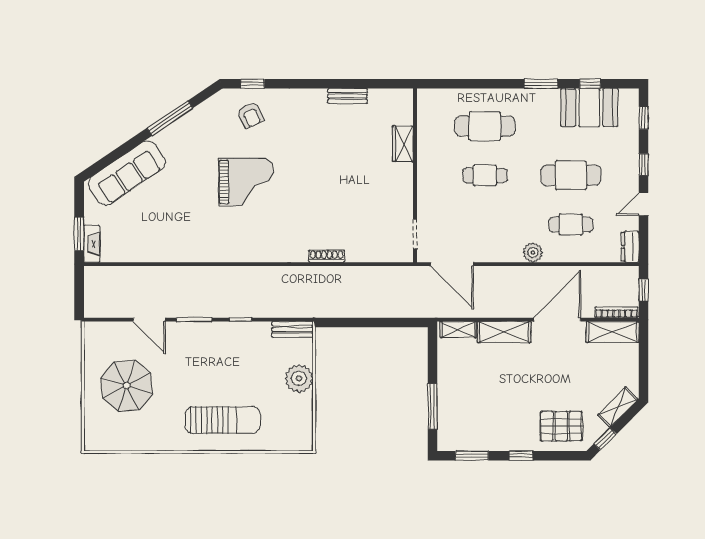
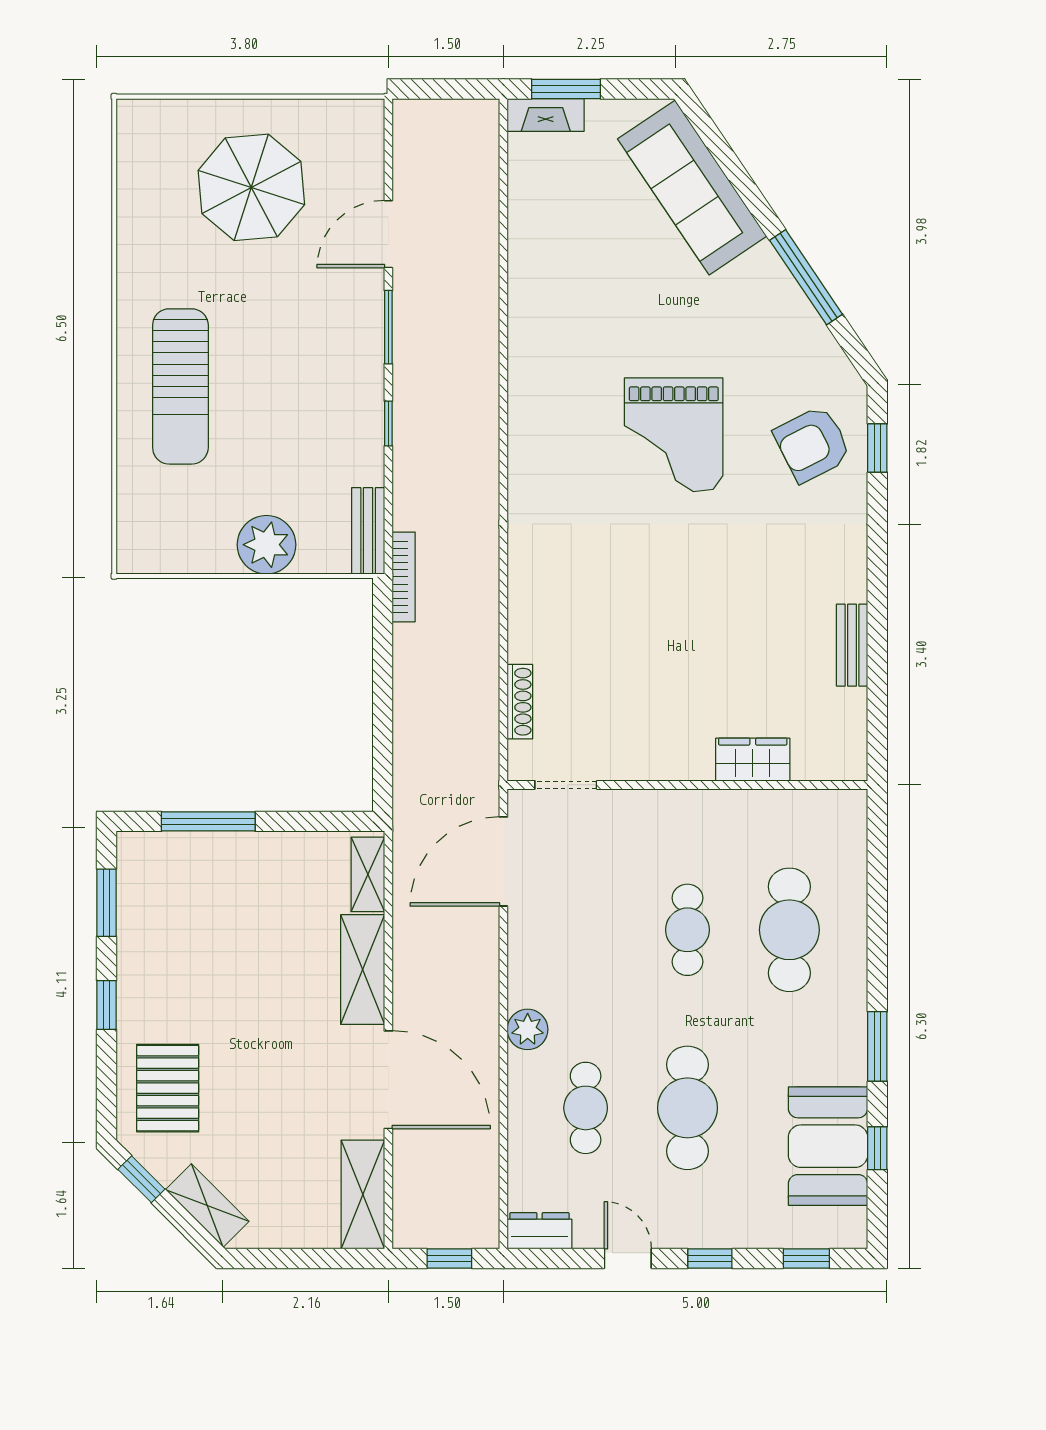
armchair: (250, 115) -> (812, 444), width x1.38, depth x1.38
shoe rack: (327, 256) -> (520, 702), moved
bookcase: (616, 312) -> (404, 577), moved

